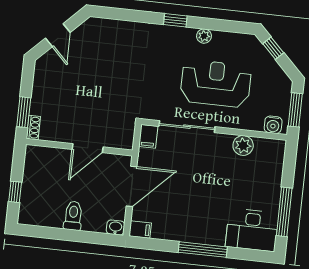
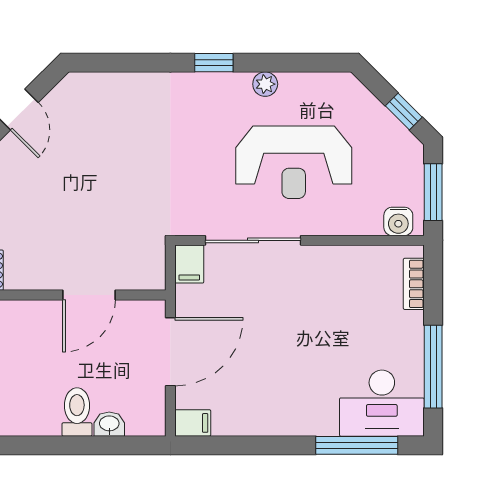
window: (273, 48) -> (404, 111), moved
reception desk: (216, 83) -> (294, 162), turned 180
plant: (243, 145) -> (351, 262), removed
bookcase: (278, 162) -> (414, 284), added
washbasin: (116, 228) -> (109, 424), moved
window: (203, 250) -> (357, 445), moved

